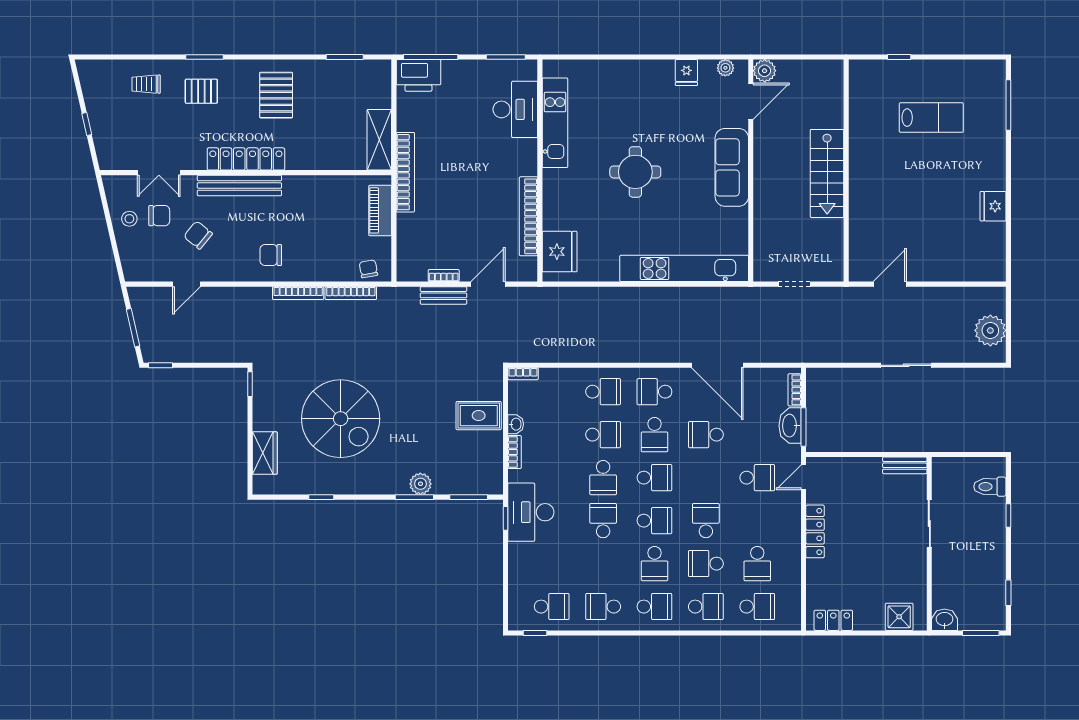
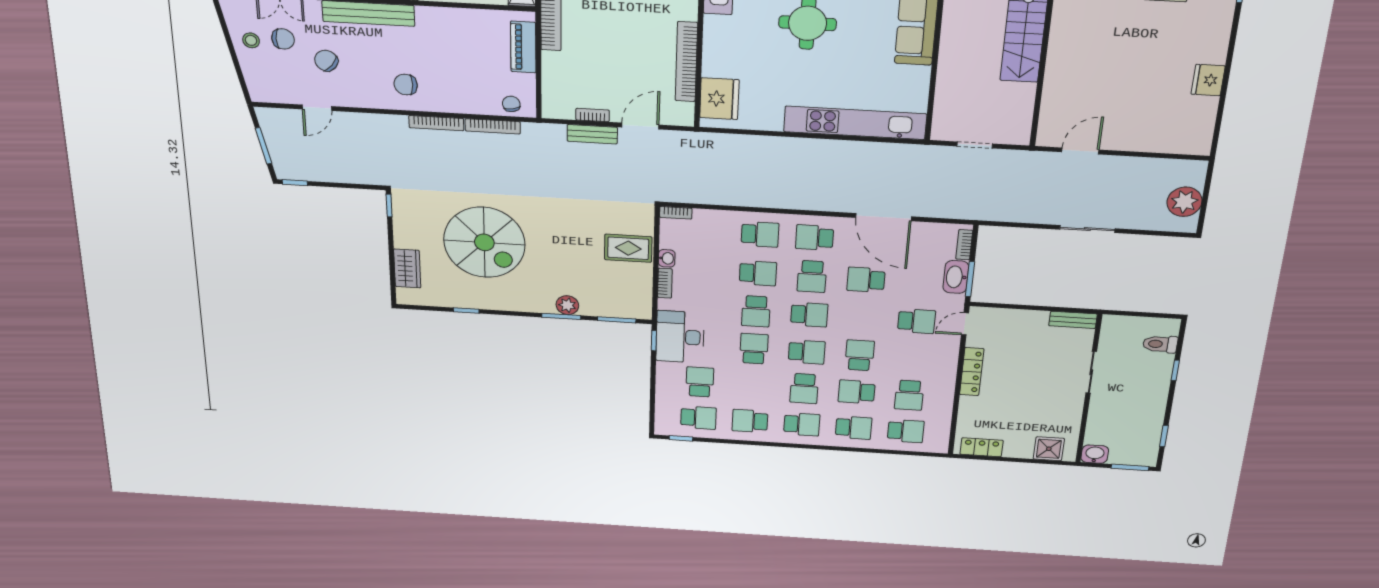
school desk: (552, 564) -> (700, 382), added

